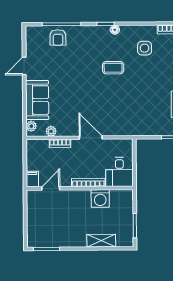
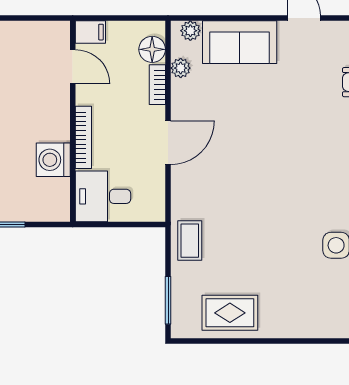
coffee table: (113, 68) -> (190, 241), moved
floor lamp: (41, 146) -> (152, 49), added

